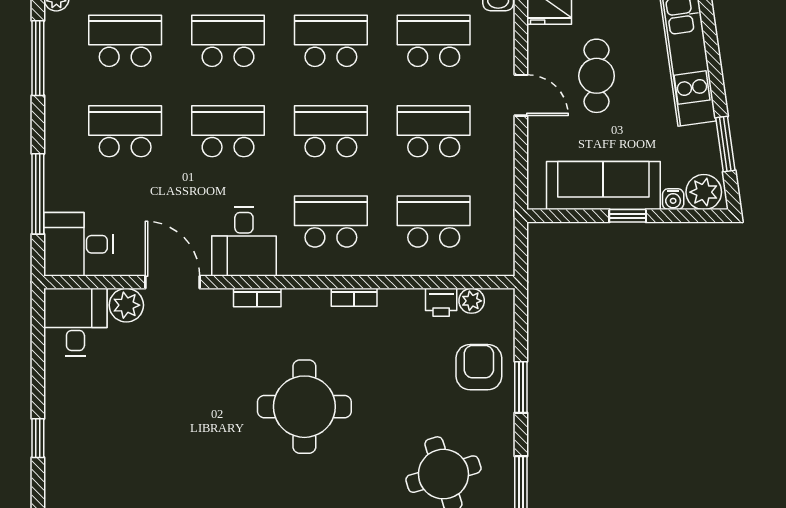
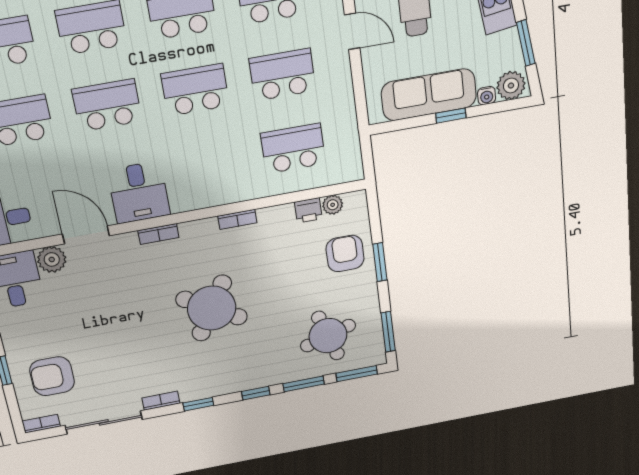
school desk: (331, 222) -> (208, 164), removed
round table: (304, 407) -> (212, 308), turned 31
armchair: (94, 458) -> (52, 376), added

